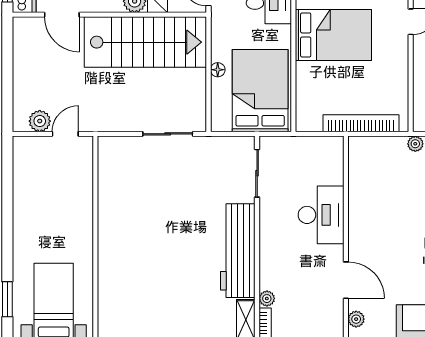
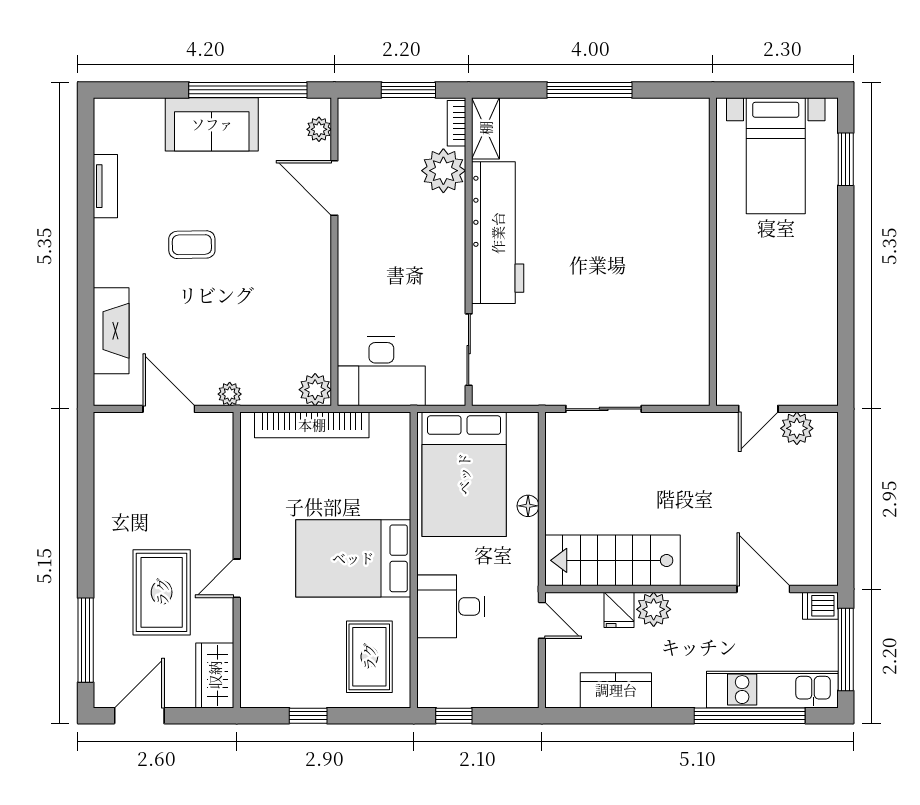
stairs: (145, 42) -> (613, 560), width x0.73, depth x0.66
plant: (359, 147) -> (315, 390), added
desk: (321, 215) -> (381, 371), moved, turned -90
plant: (267, 299) -> (443, 171), width x1.87, depth x1.87

